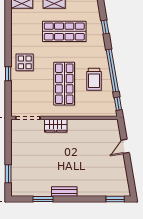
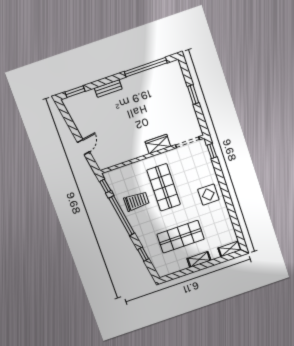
window: (8, 74) -> (212, 151), moved
trolley: (94, 79) -> (136, 201), turned 90
window: (8, 174) -> (193, 95), moved
bench: (64, 192) -> (108, 89), moved
window: (43, 199) -> (146, 67), width x2.11

